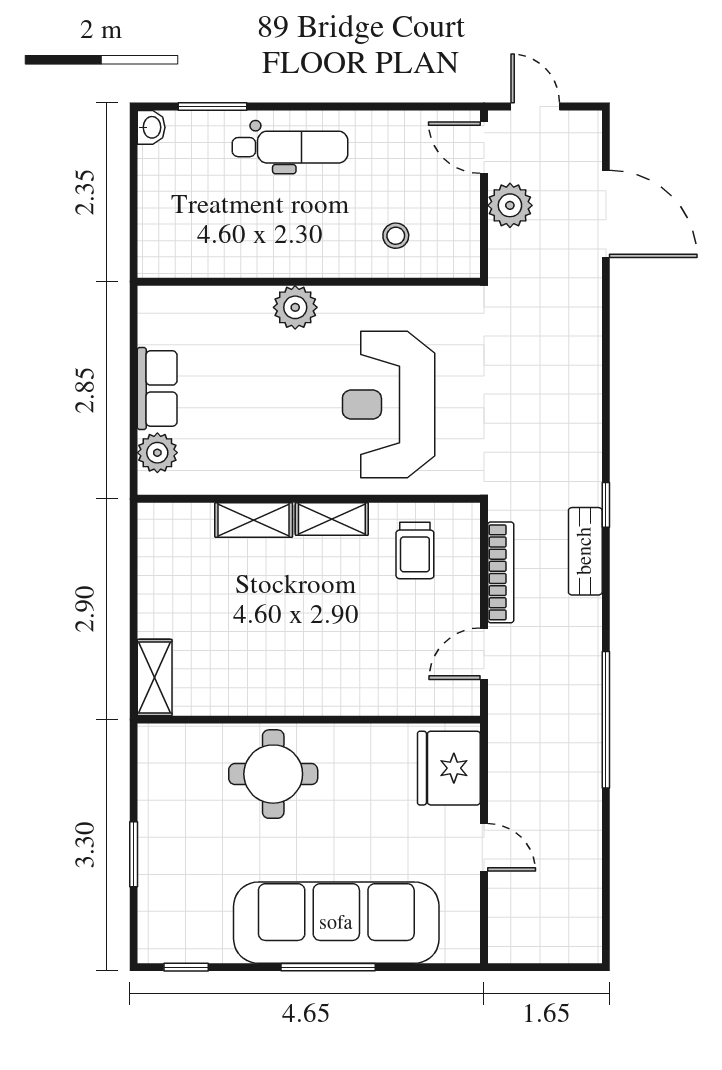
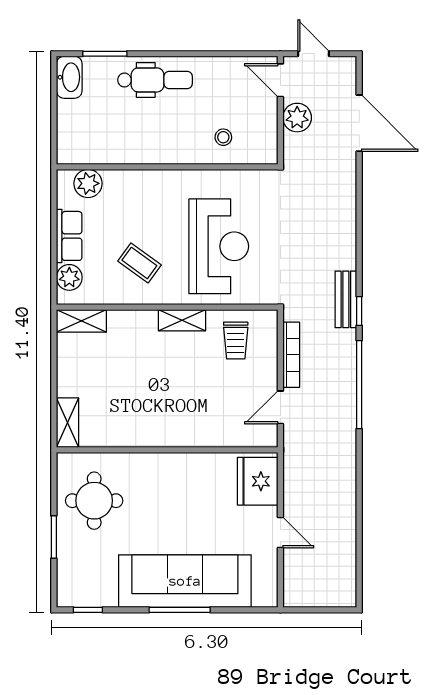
washbasin: (151, 127) -> (69, 77), width x1.91, depth x1.45
plant: (295, 307) -> (88, 183), moved
reception desk: (389, 404) -> (219, 246), turned 180
coffee table: (266, 430) -> (139, 263), added
shelving: (254, 520) -> (81, 321), moved
bench: (585, 551) -> (346, 299), moved
window: (606, 720) -> (359, 385), moved
round table: (273, 774) -> (94, 501), moved

